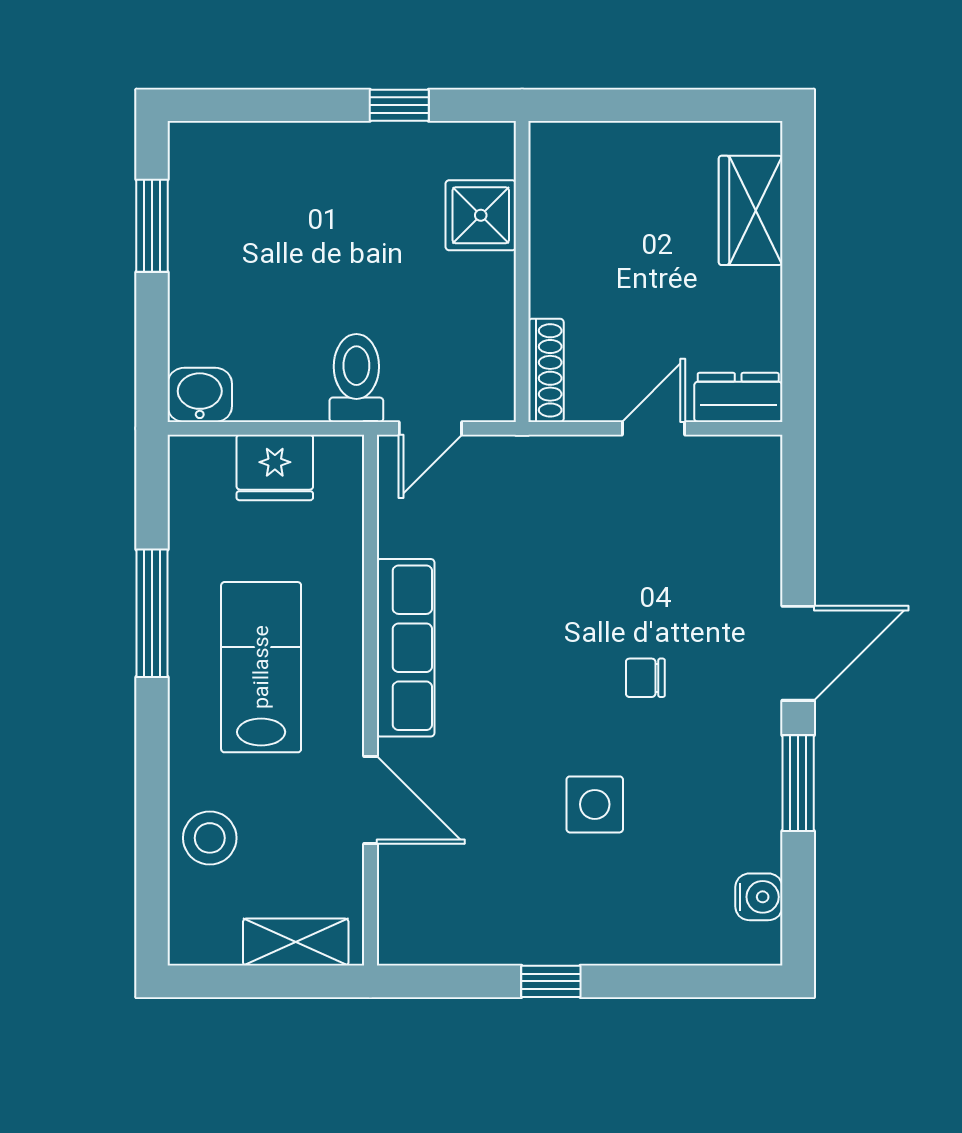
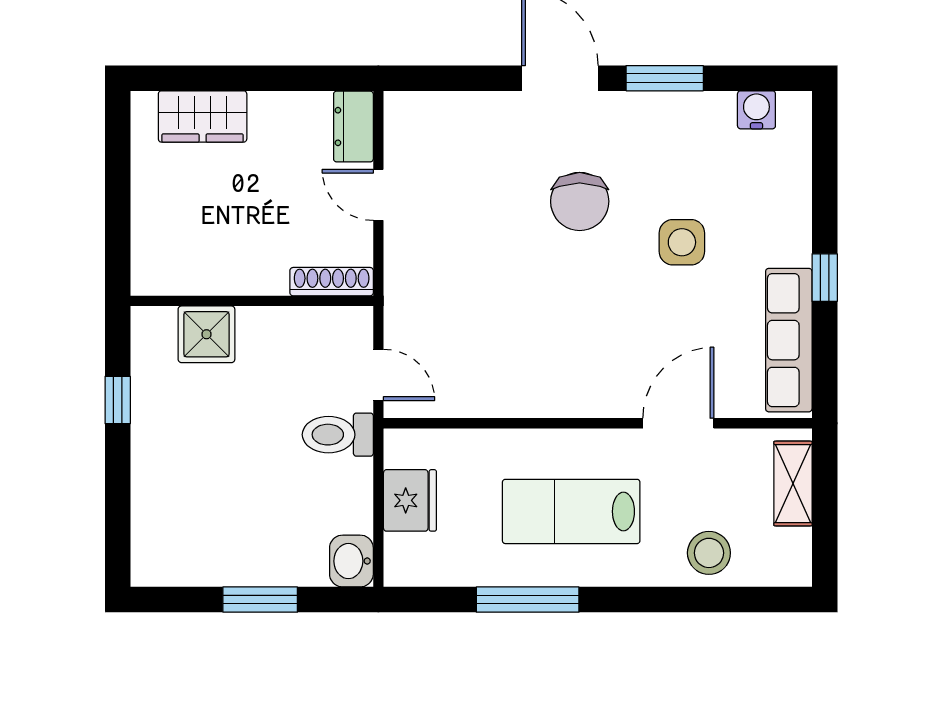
window: (152, 226) -> (260, 600), moved
row of seats: (406, 648) -> (789, 340), moved, turned -90
chair: (645, 678) -> (580, 201), width x1.87, depth x1.87

